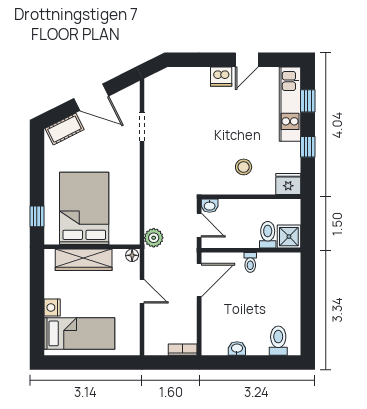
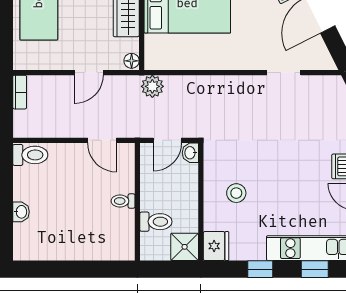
shower: (289, 237) -> (185, 247), moved
door: (199, 280) -> (102, 140), width x0.73
toilet: (278, 341) -> (30, 155), moved
washbasin: (237, 348) -> (21, 212), moved
bookcase: (183, 350) -> (20, 92), moved

